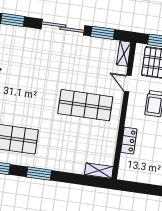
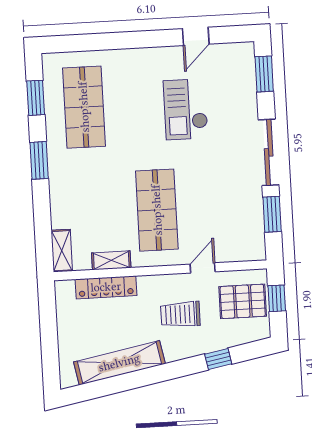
shelving: (124, 54) -> (111, 260), moved
checkout: (25, 74) -> (186, 109), added
locker: (129, 141) -> (106, 287), width x1.53

